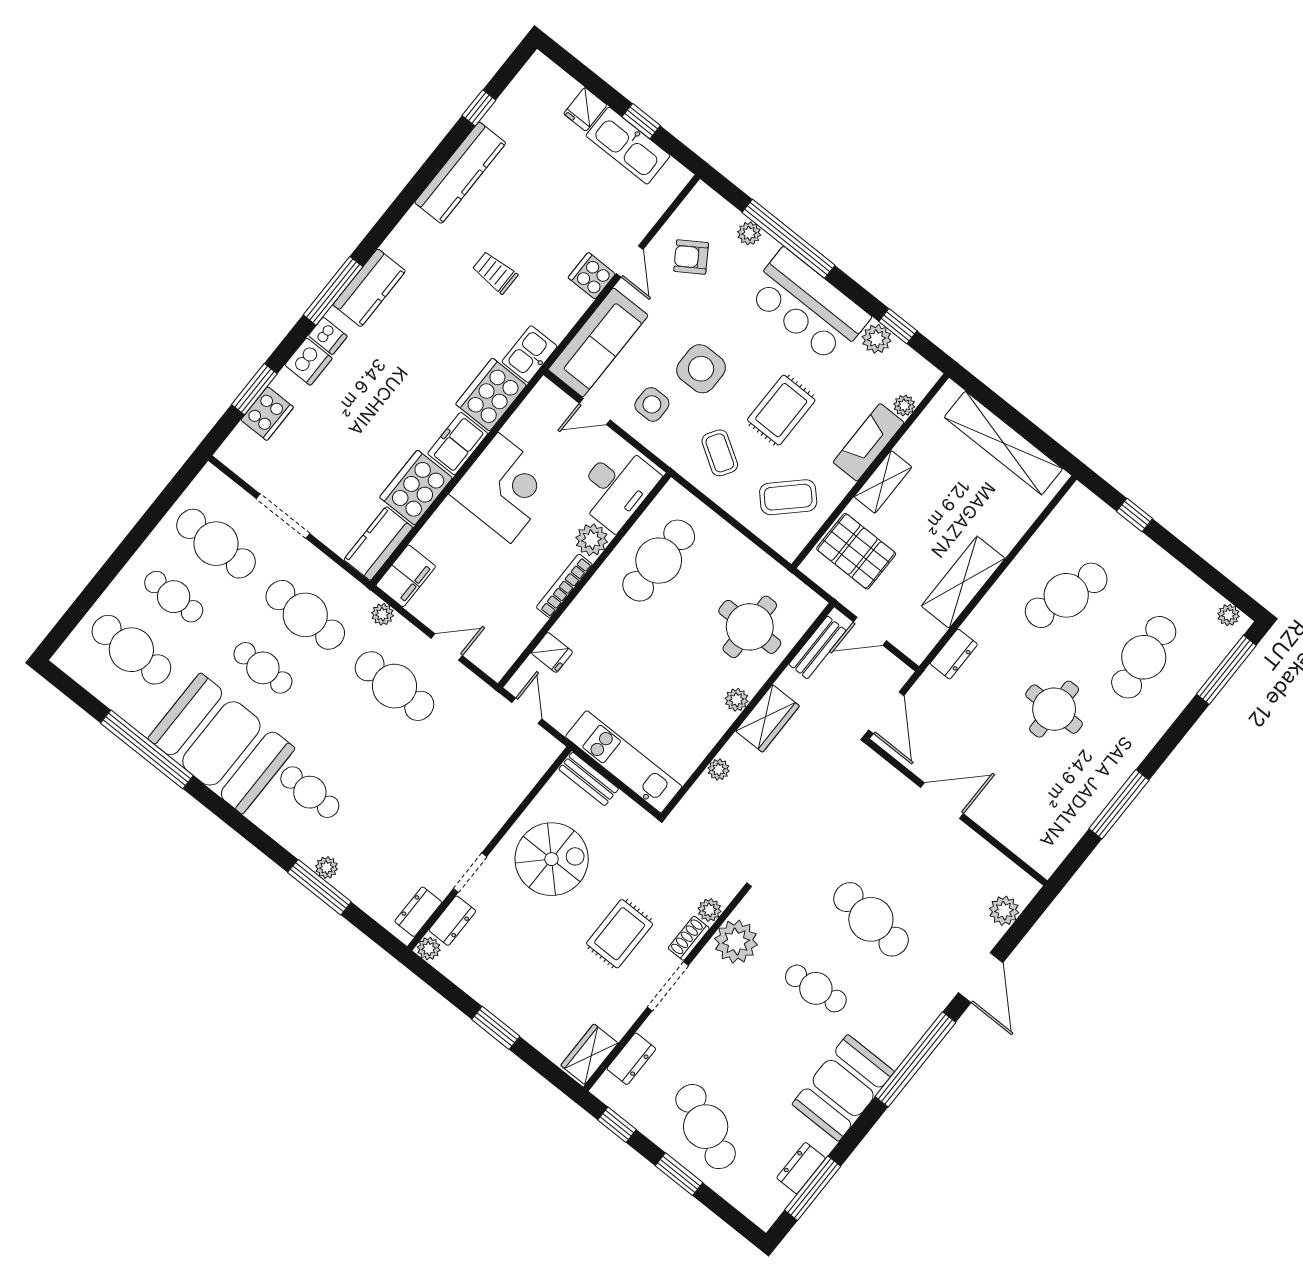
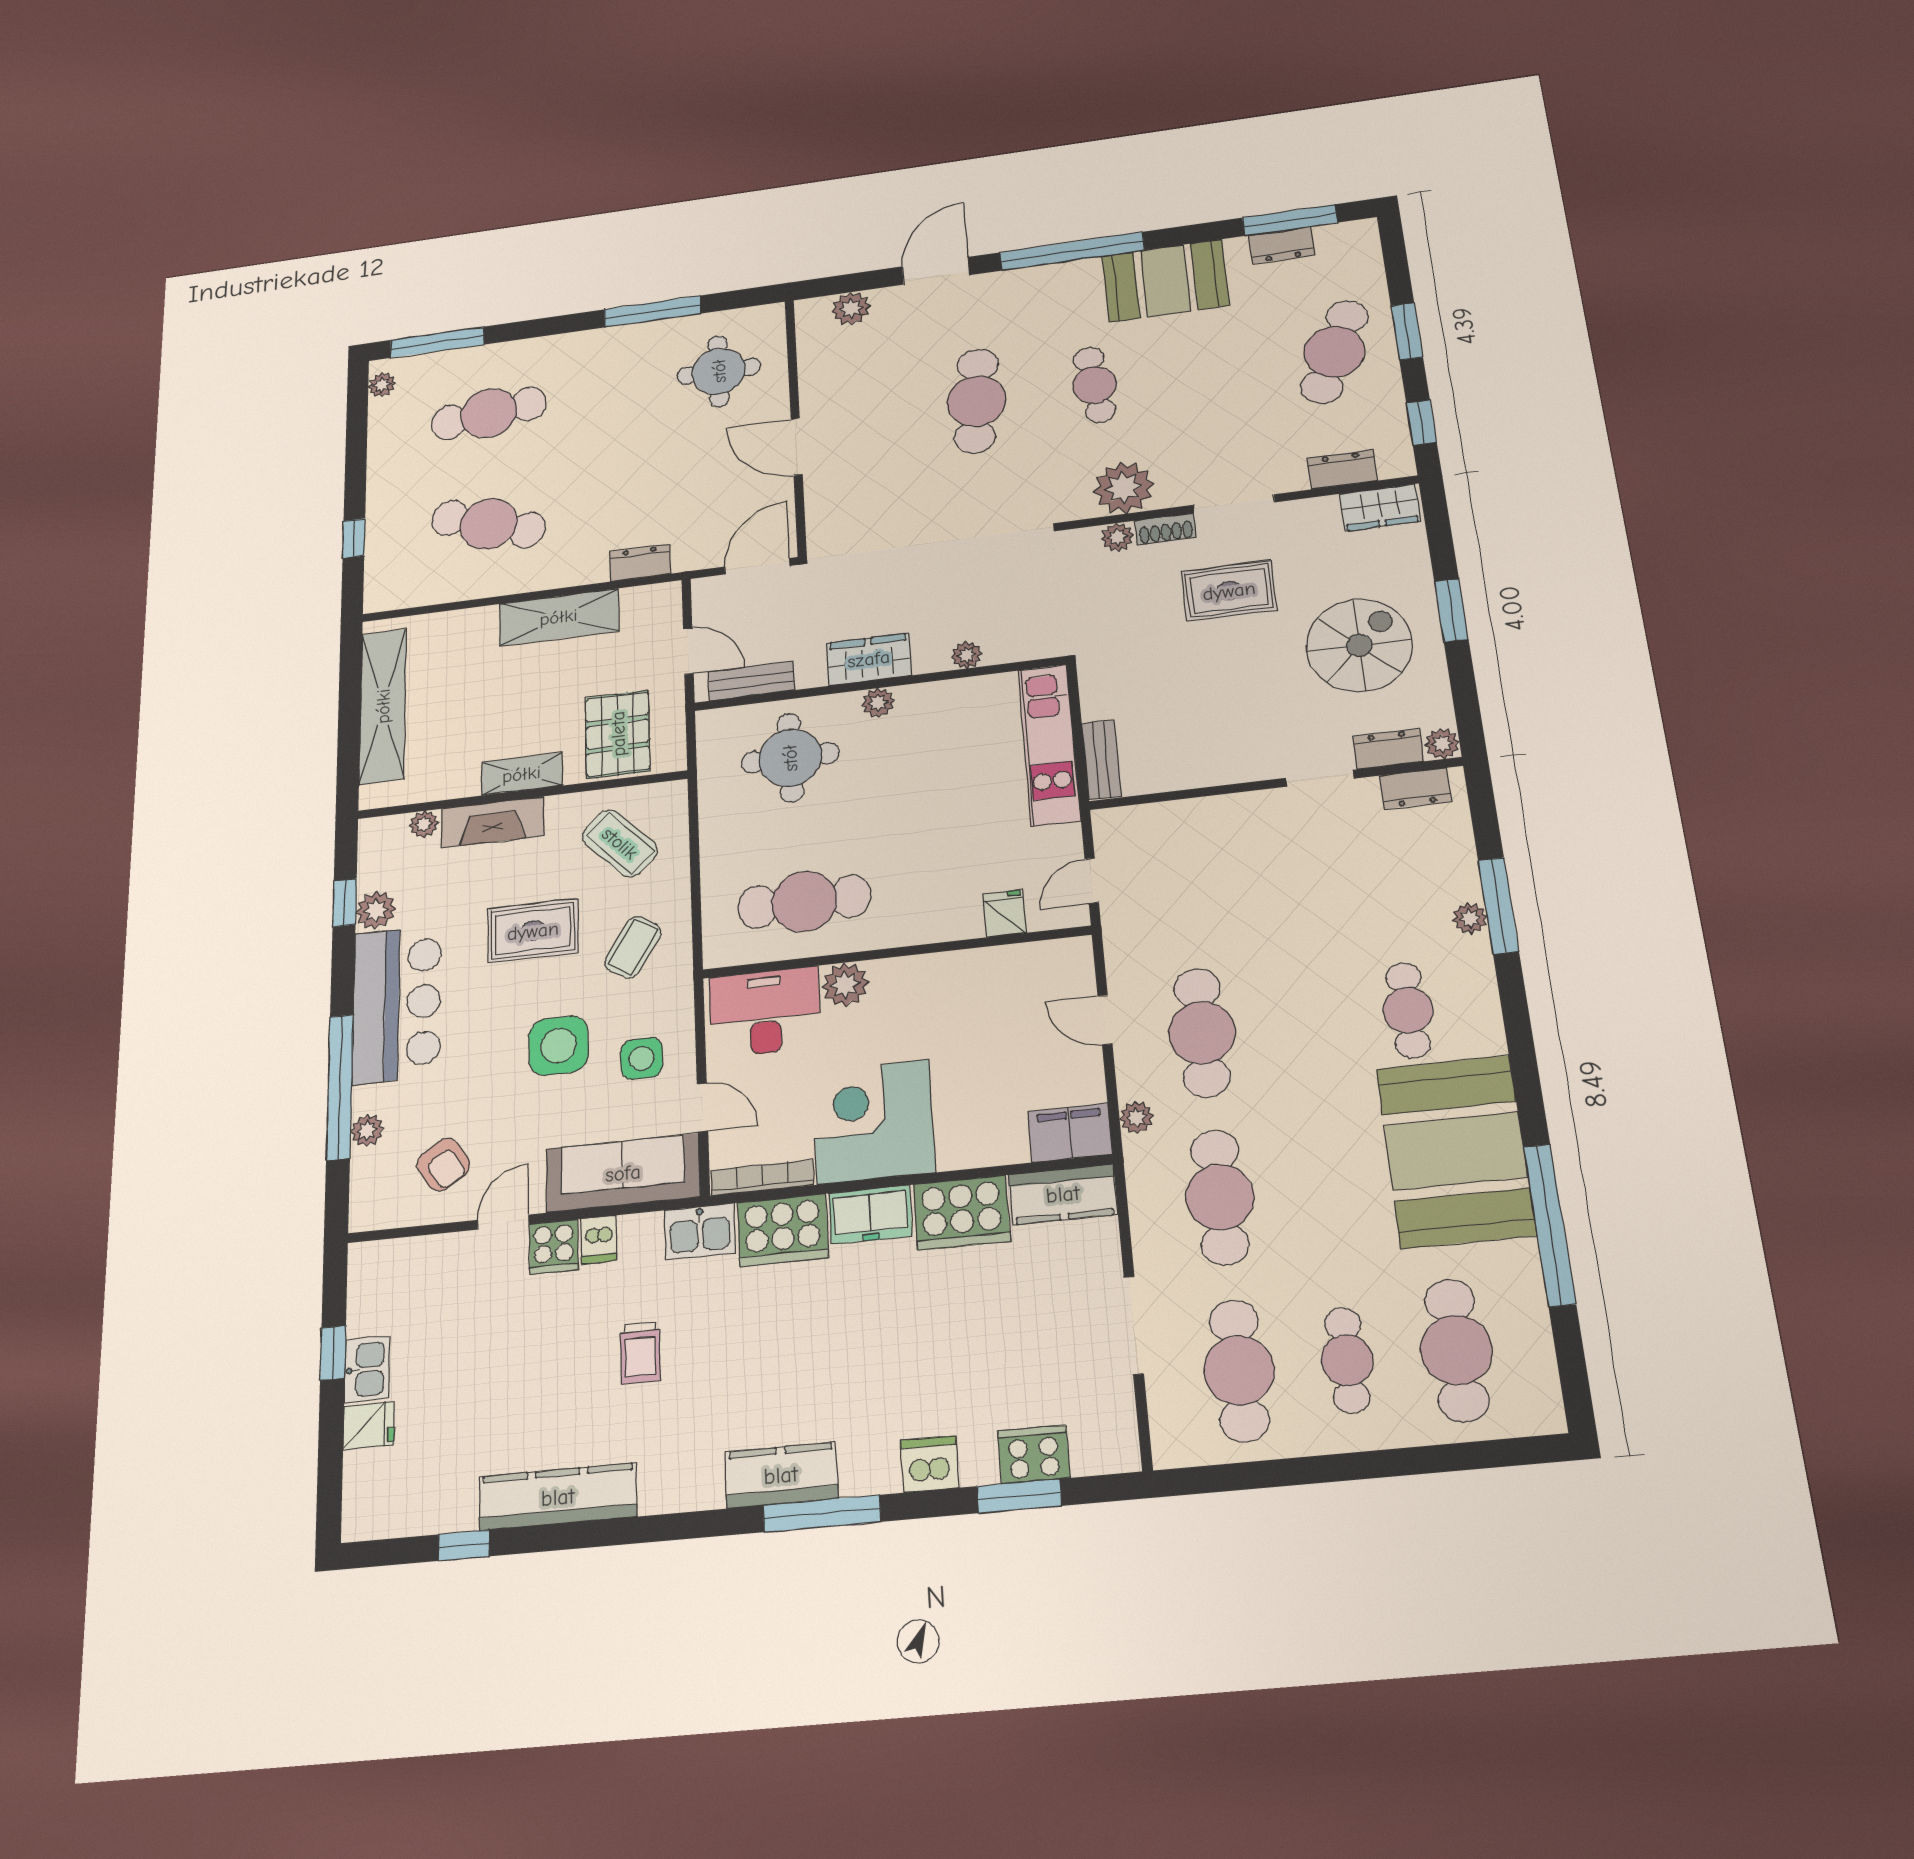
kitchen sink: (628, 146) -> (367, 1369), width x0.53, depth x0.81
dishwasher: (328, 336) -> (599, 1240), moved, turned 180
bookcase: (564, 586) -> (762, 1178), moved, turned 180
cafe table: (263, 668) -> (1325, 1186), removed
round table: (1054, 709) -> (719, 371), moved
spiral stairs: (552, 859) -> (1359, 645), moved, turned 90

